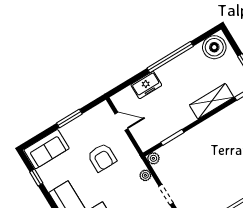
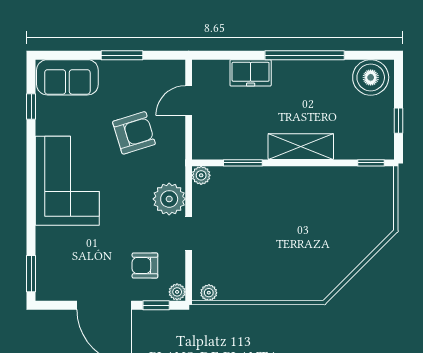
shelving: (212, 101) -> (301, 147), moved
door: (121, 121) -> (189, 101), swing flipped
armchair: (102, 157) -> (134, 133), turned -107
plant: (145, 175) -> (169, 199), width x1.88, depth x1.88

